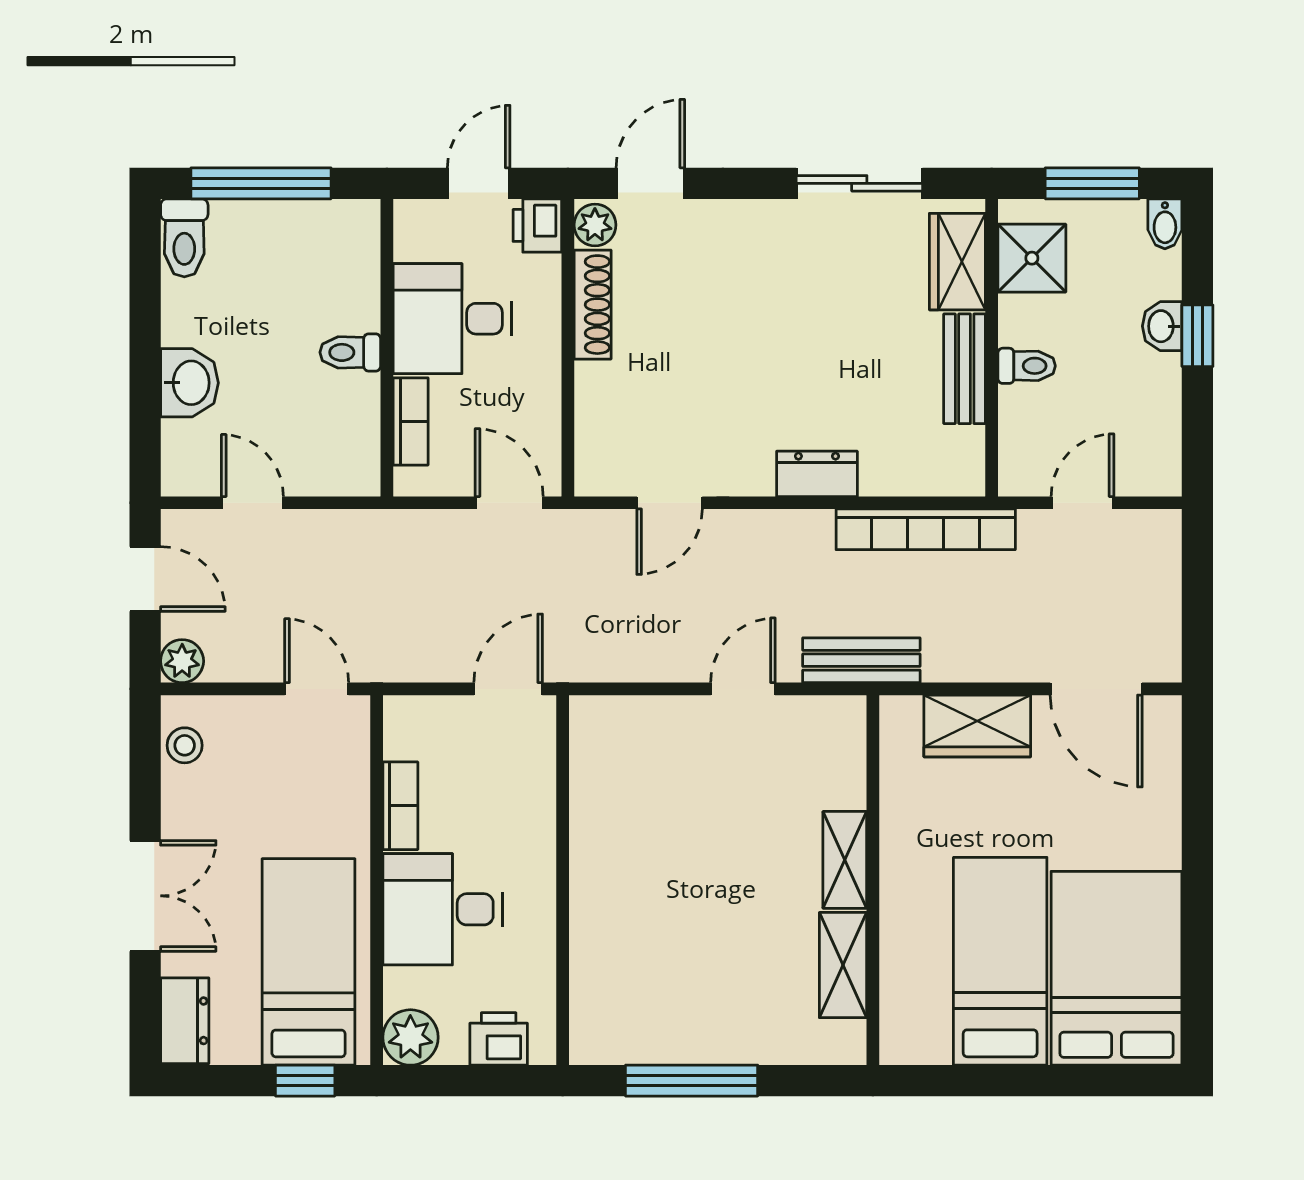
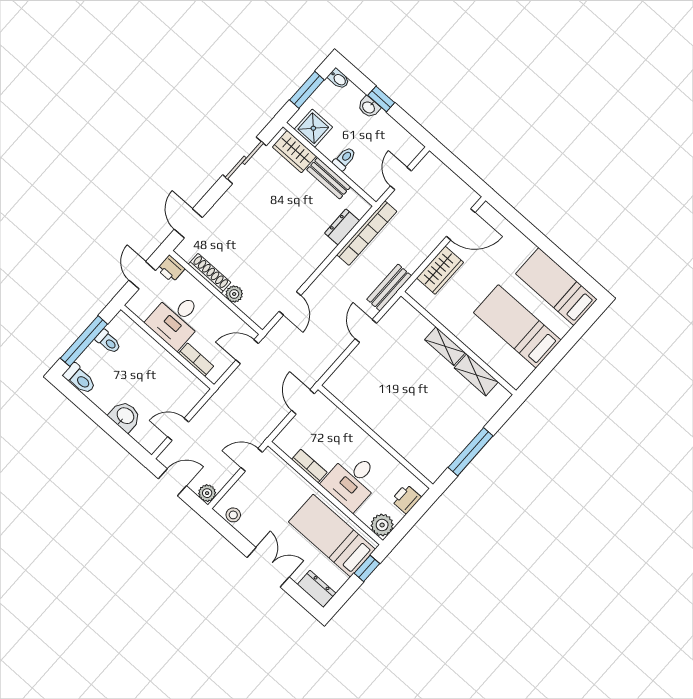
plant: (595, 225) -> (234, 294), moved
toilet: (350, 352) -> (108, 342), moved, turned -90
dresser: (817, 474) -> (342, 227), moved
bed: (1116, 968) -> (556, 287), width x0.67

